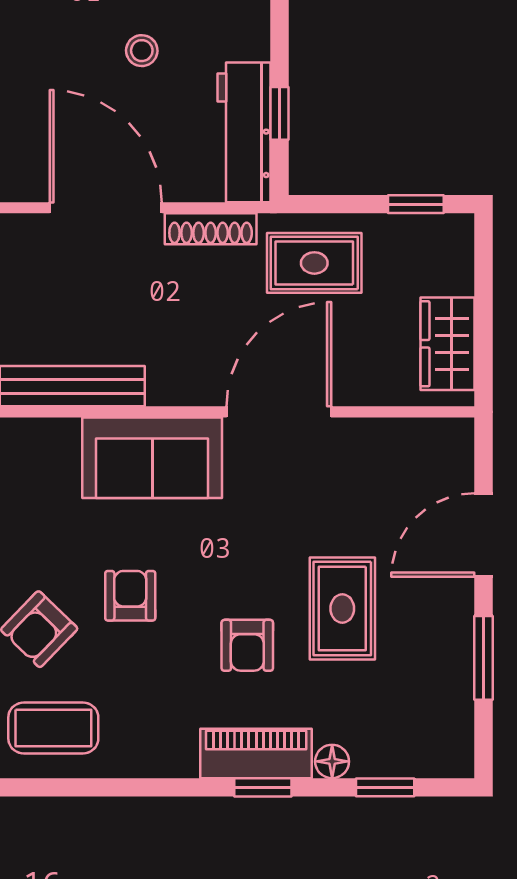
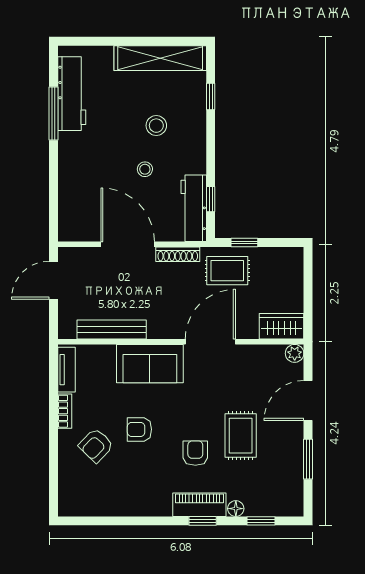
window: (416, 204) -> (244, 243), moved
wardrobe: (448, 344) -> (282, 326), moved, turned 90
plant: (455, 436) -> (295, 353), added
armchair: (130, 596) -> (139, 429), turned -90
armchair: (247, 645) -> (195, 453), turned 180
coffee table: (53, 728) -> (103, 493), removed

